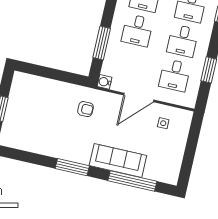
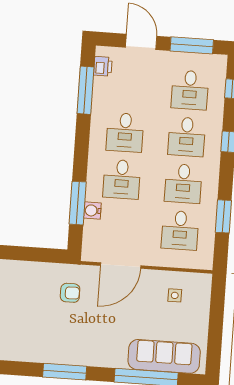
water cooler: (104, 82) -> (92, 210), moved
door: (139, 97) -> (121, 266), moved
sofa: (118, 161) -> (164, 356), moved

